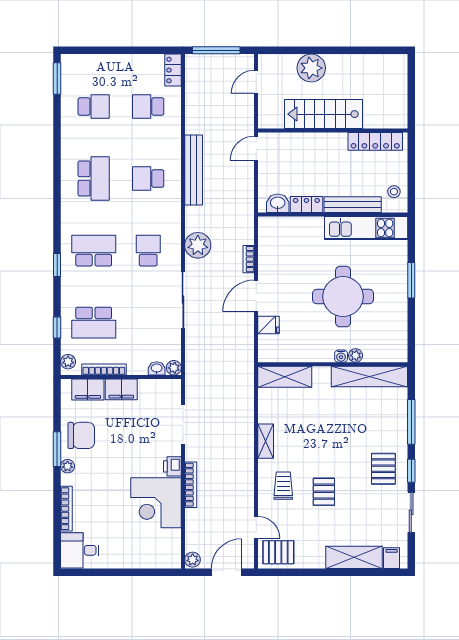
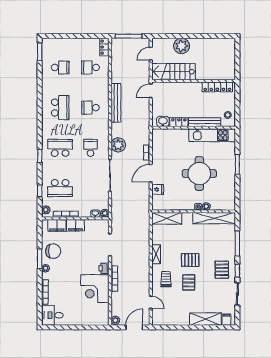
stairs: (323, 114) -> (173, 72), moved
pallet: (278, 552) -> (190, 260), moved

